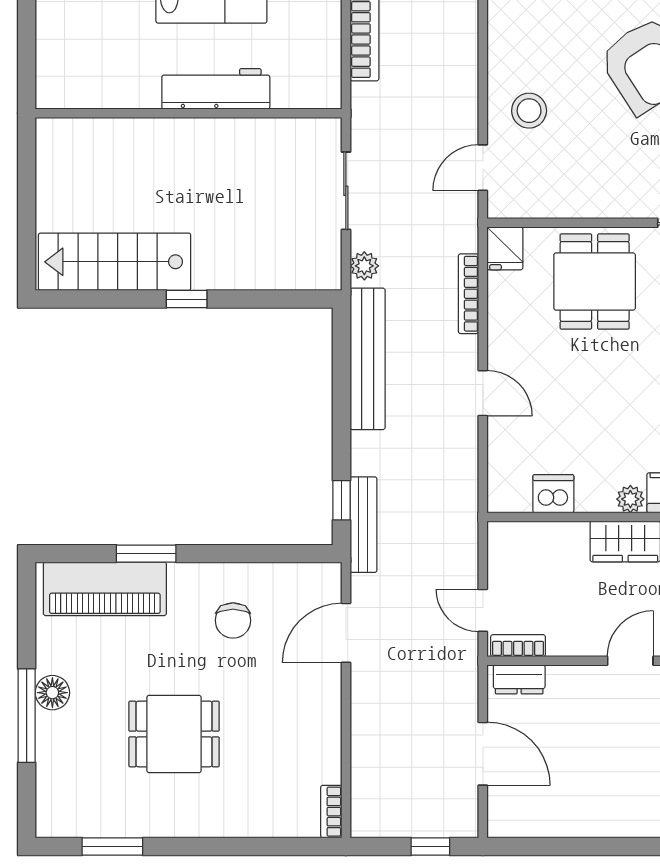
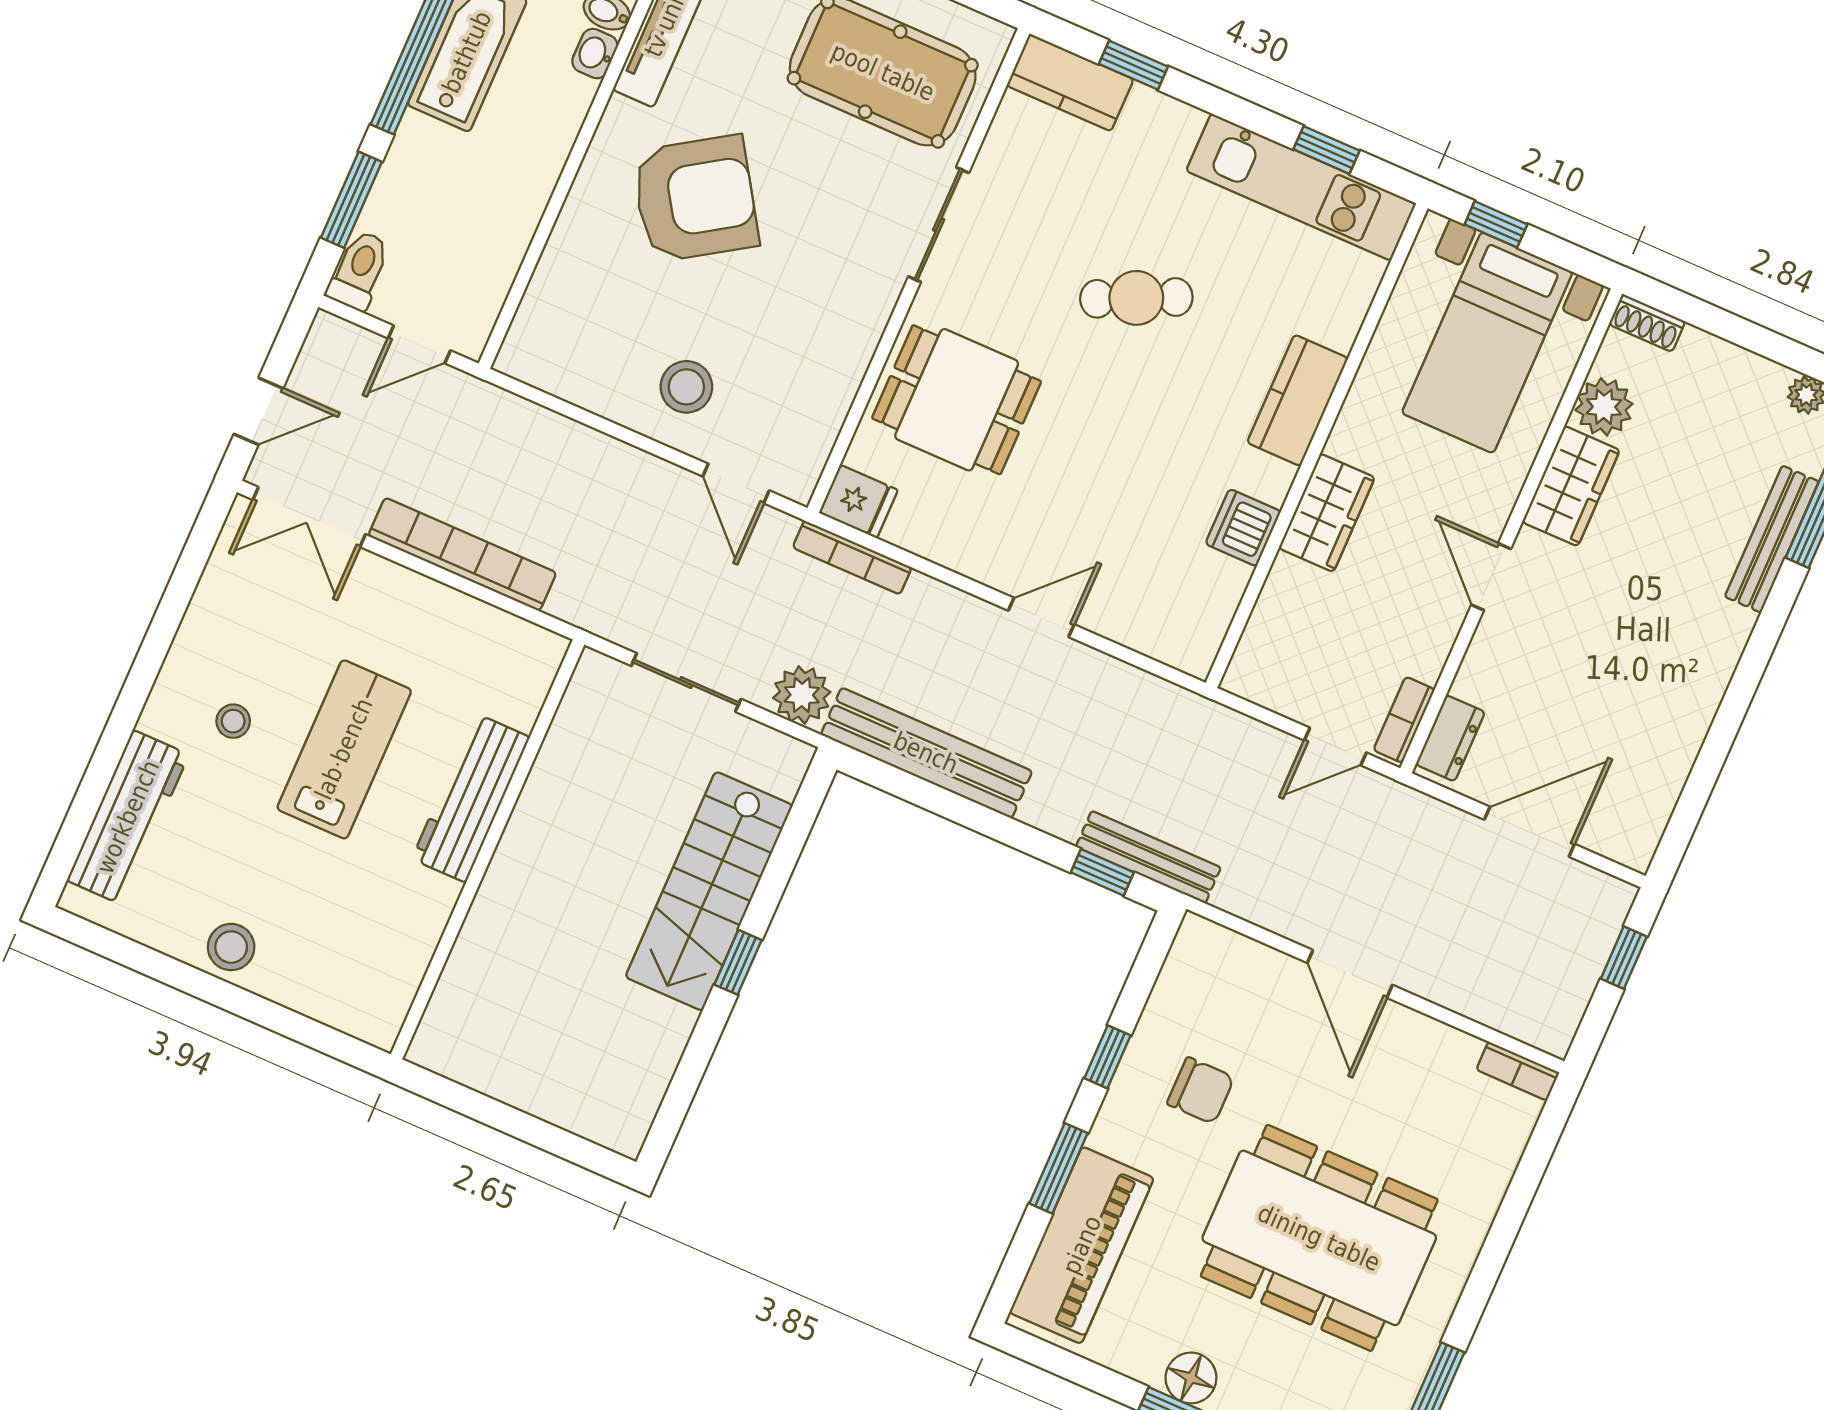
stairs: (115, 262) -> (709, 891), moved
plant: (364, 266) -> (802, 695), width x1.38, depth x1.38
bookcase: (468, 294) -> (852, 558), moved
dishwasher: (553, 494) -> (1243, 528), moved
plant: (630, 499) -> (1272, 481), removed
window: (229, 554) -> (1107, 1057), added
door: (346, 633) -> (1350, 974), moved
dining table: (174, 734) -> (1319, 1238), width x1.88, depth x1.24

